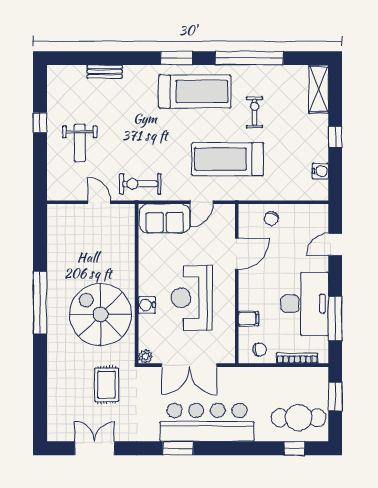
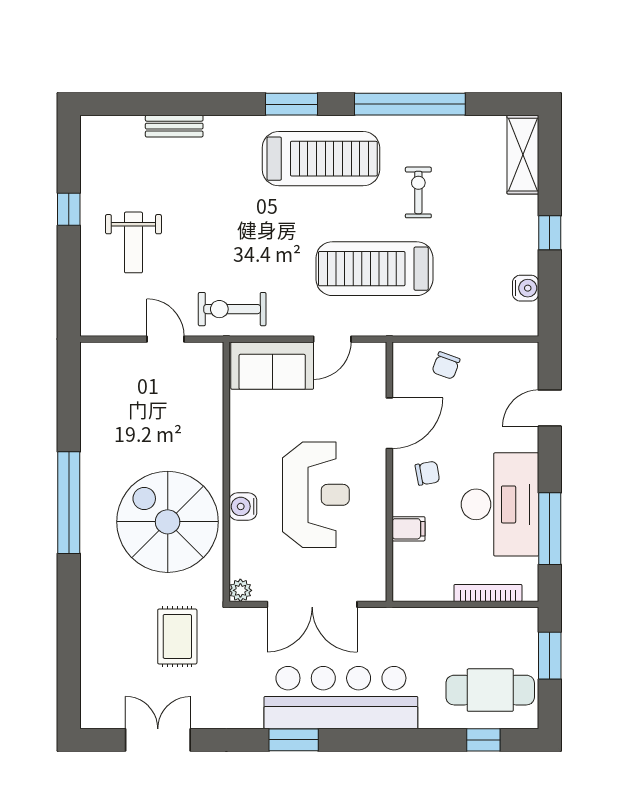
reception desk: (192, 298) -> (316, 495), turned 180
chair: (260, 350) -> (427, 473), moved

